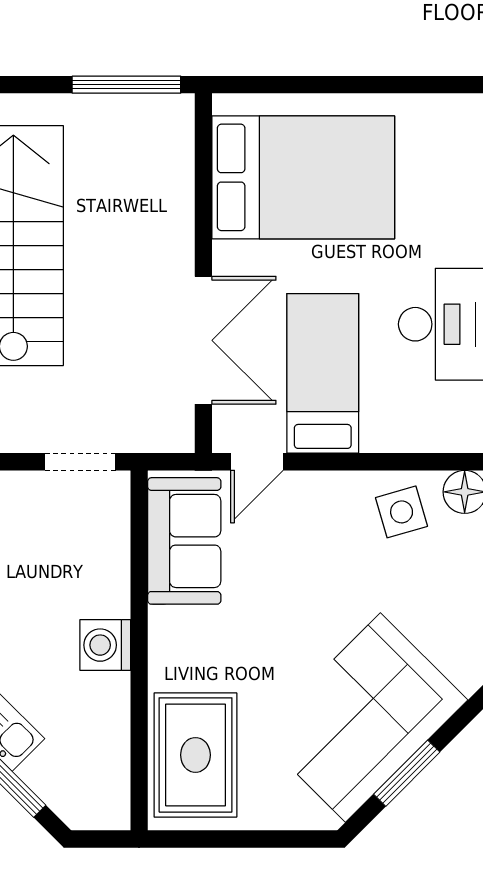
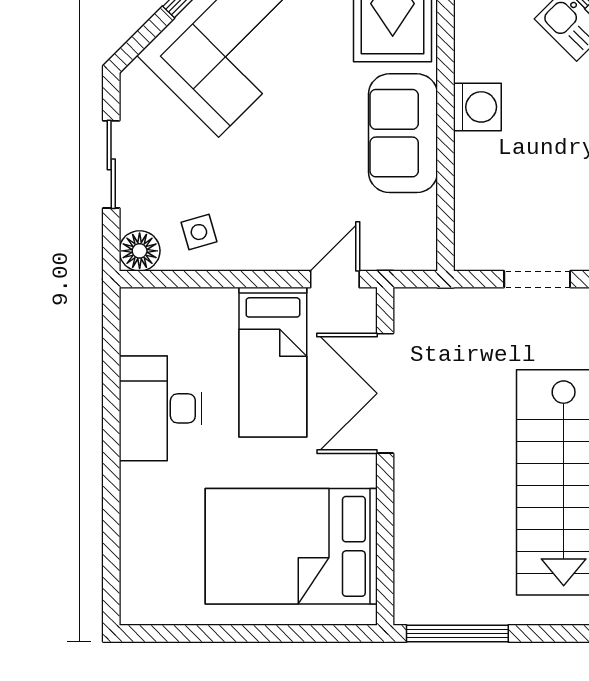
doorway: (80, 462) -> (537, 279), moved
side table: (402, 512) -> (199, 232), width x0.73, depth x0.73
sofa: (184, 541) -> (403, 133), moved

